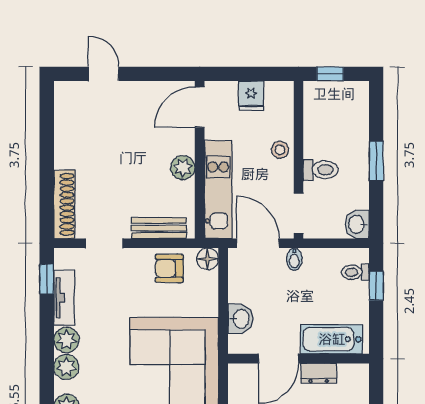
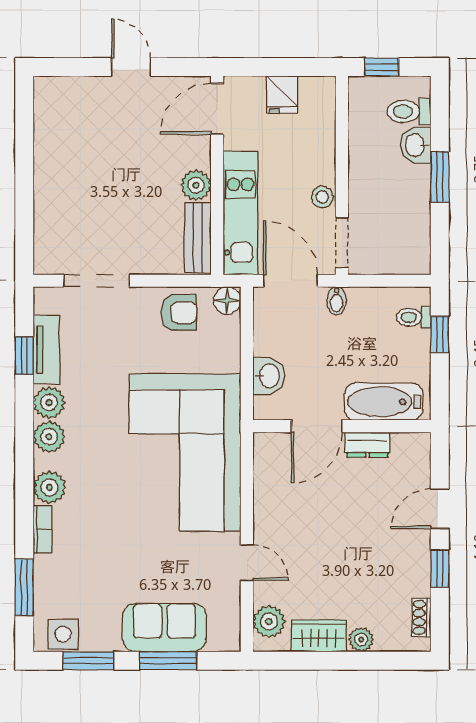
door: (104, 74) -> (131, 67), moved
stool: (280, 150) -> (322, 197), moved
toilet: (321, 170) -> (409, 112), moved, turned 180
shoe rack: (64, 204) -> (46, 232), removed
washbasin: (357, 224) -> (416, 145), moved
bench: (159, 228) -> (198, 238), moved, turned 90
doorway: (104, 243) -> (97, 281), width x1.38
armchair: (169, 268) -> (179, 312), turned 180
window: (47, 279) -> (24, 356), moved

